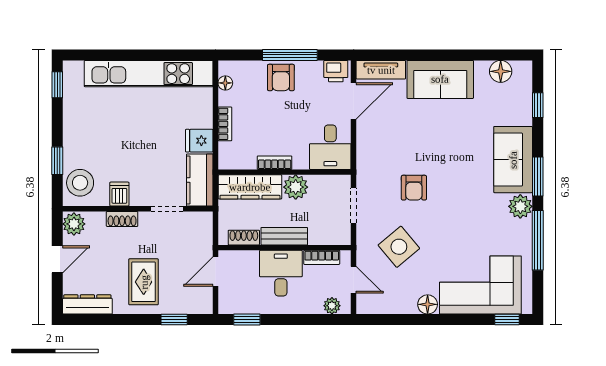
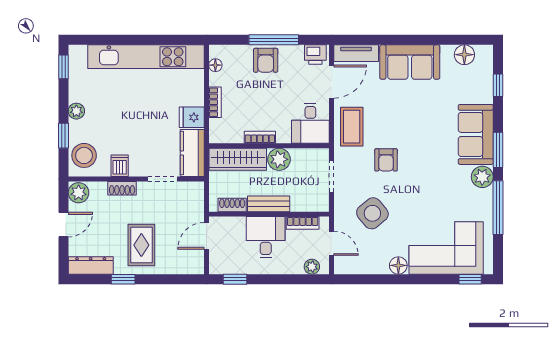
plant: (72, 134) -> (76, 111), added
coffee table: (376, 151) -> (352, 127), added
window: (174, 320) -> (123, 279), moved

